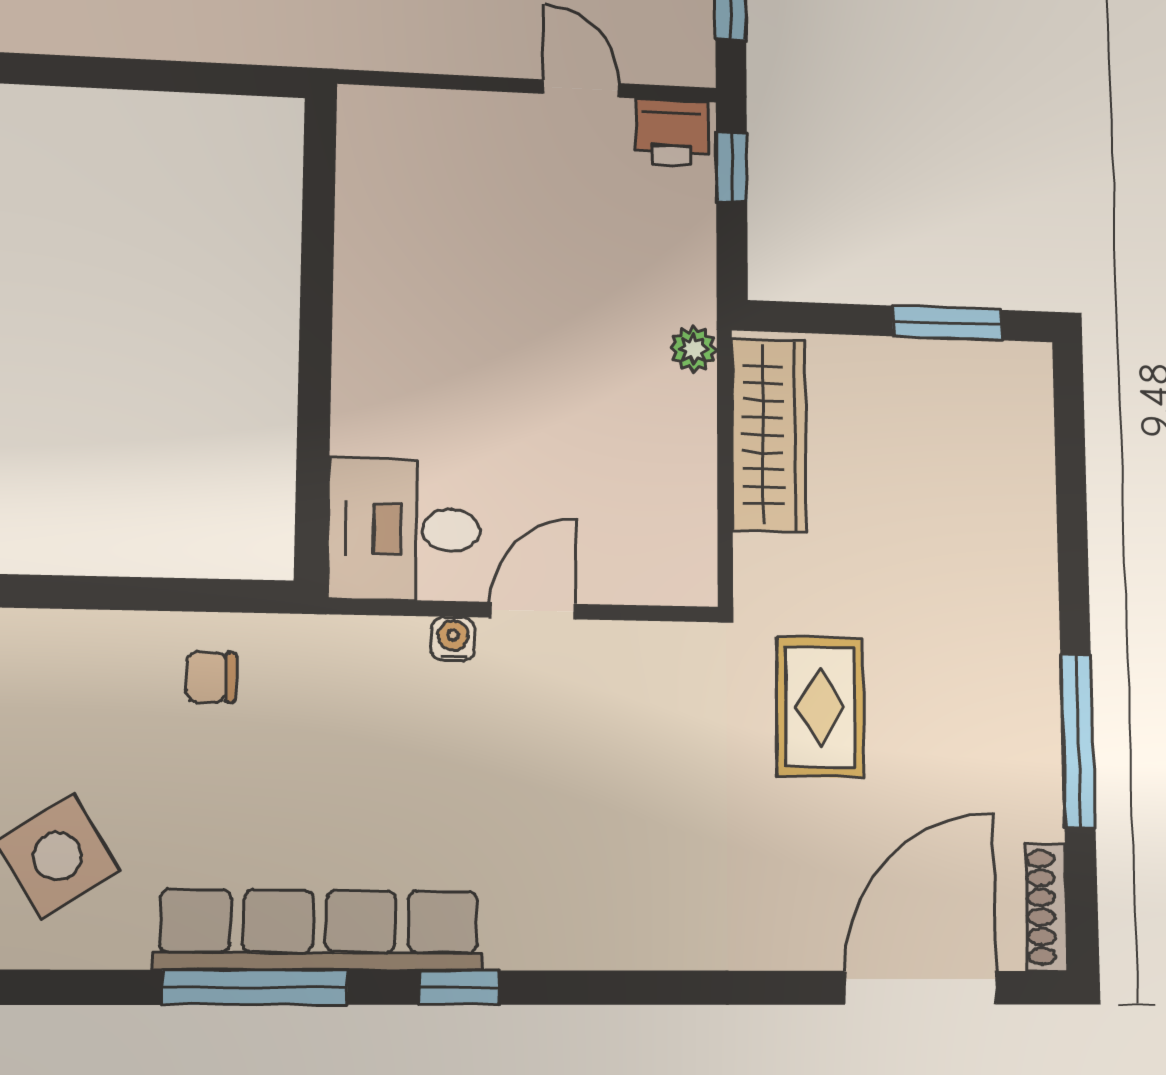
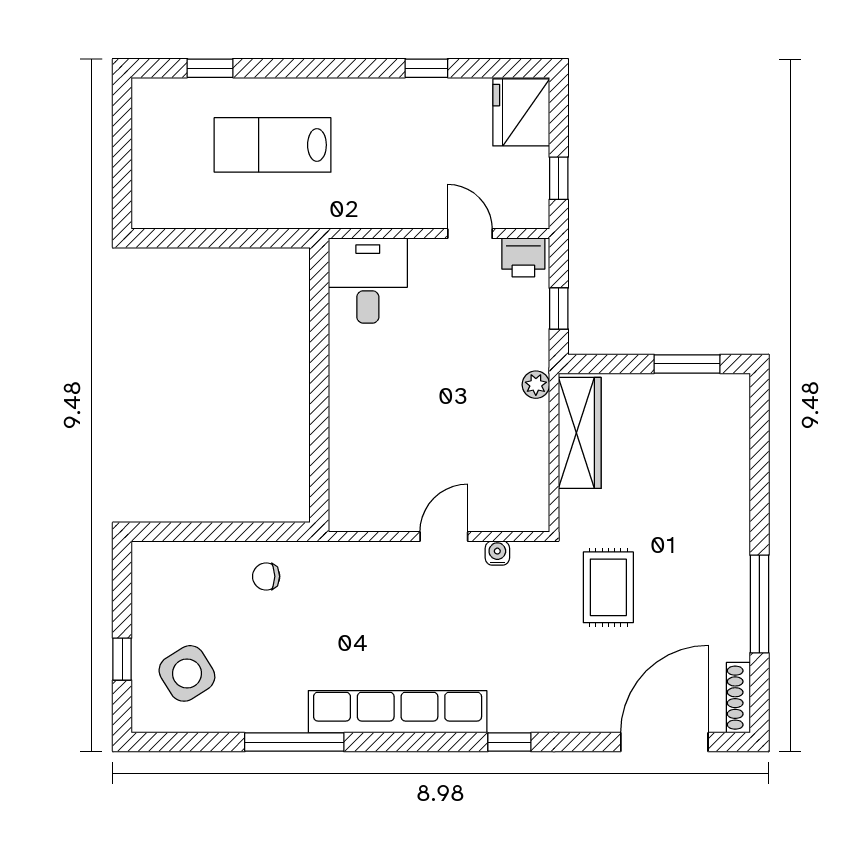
window: (732, 167) -> (559, 308), moved
desk: (404, 529) -> (368, 281), moved, turned 90
water cooler: (453, 639) -> (497, 553), moved
row of seats: (320, 930) -> (398, 712), moved
window: (459, 987) -> (509, 742), moved

